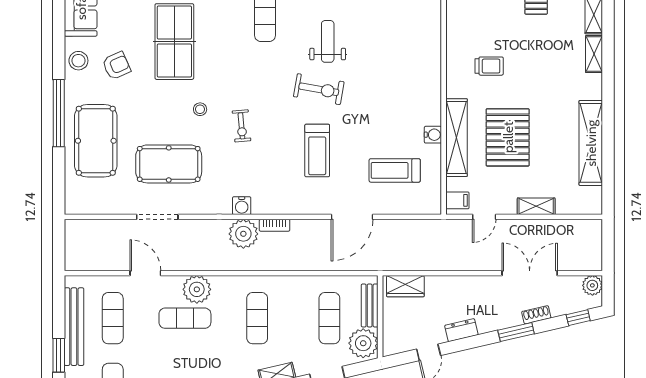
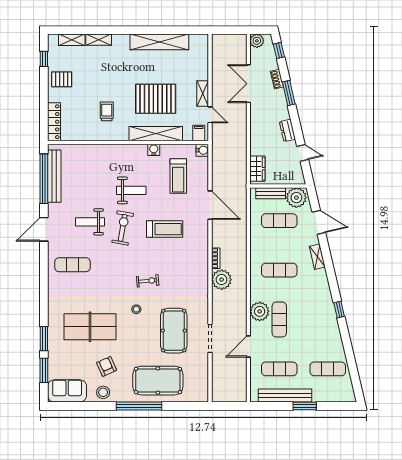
weight bench: (374, 102) -> (131, 190), added
water cooler: (242, 206) -> (202, 150), moved
shelving: (536, 206) -> (203, 94), moved

